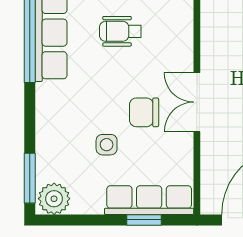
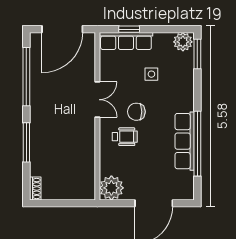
wheelchair: (120, 31) -> (125, 137), moved
chair: (144, 112) -> (136, 112), moved, turned 180

